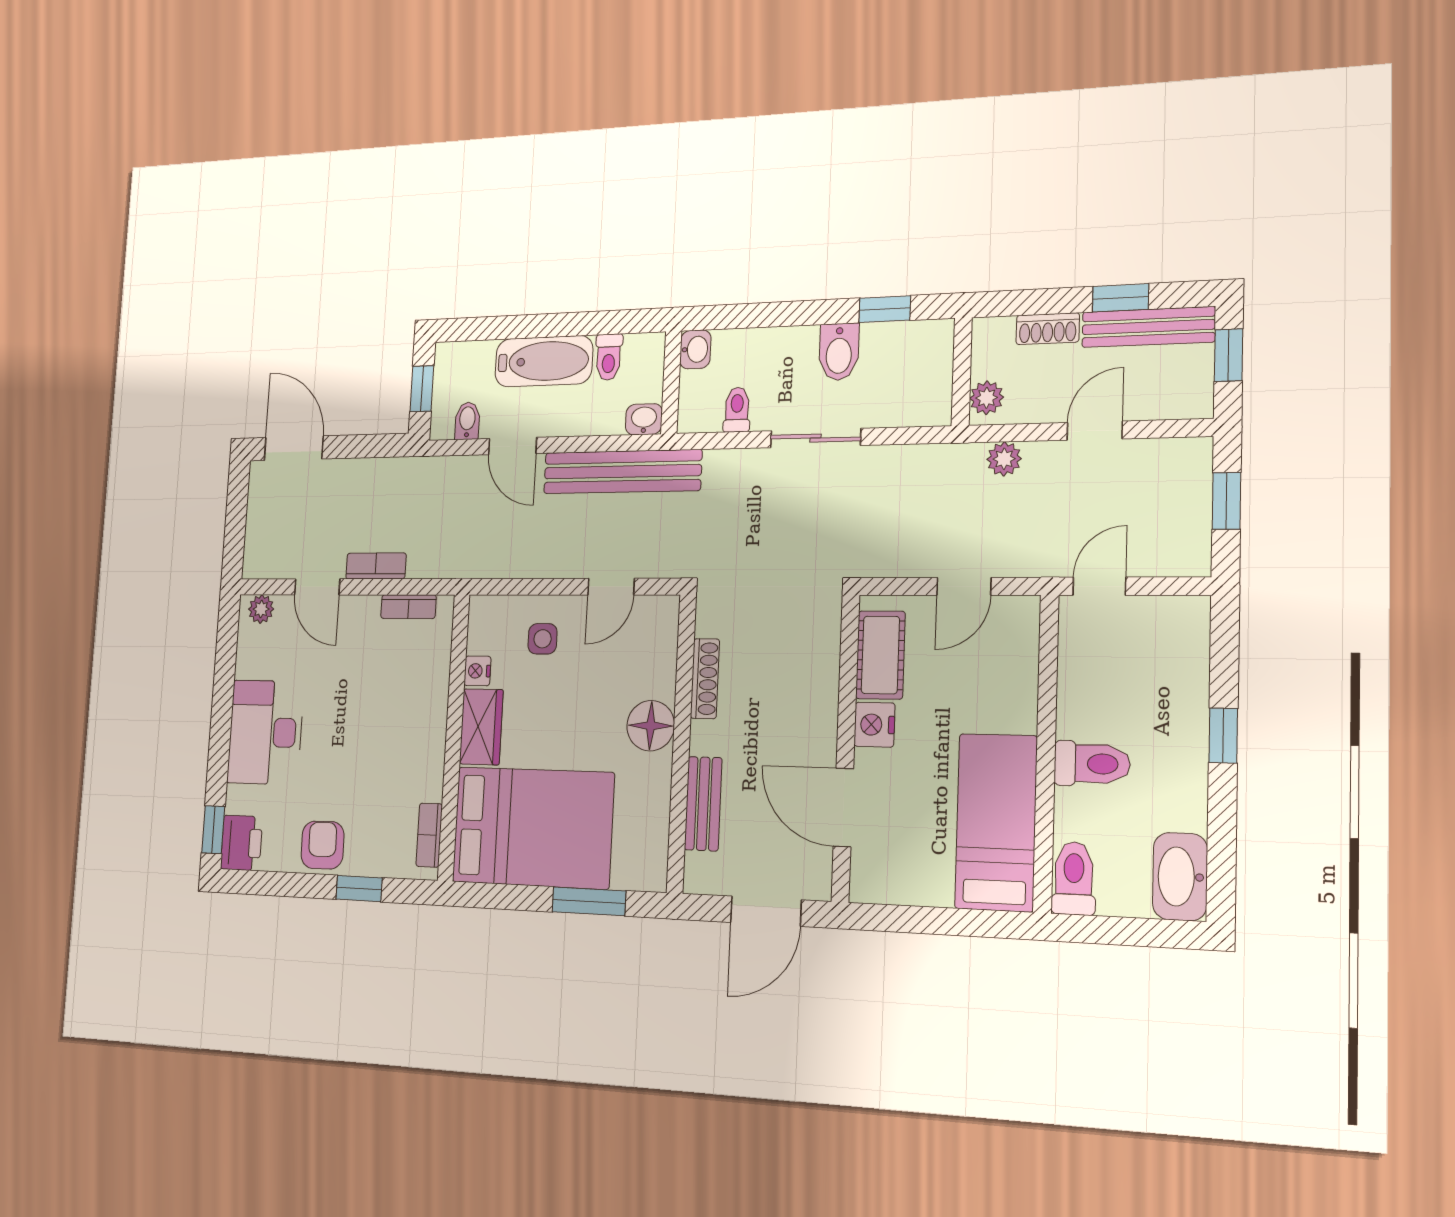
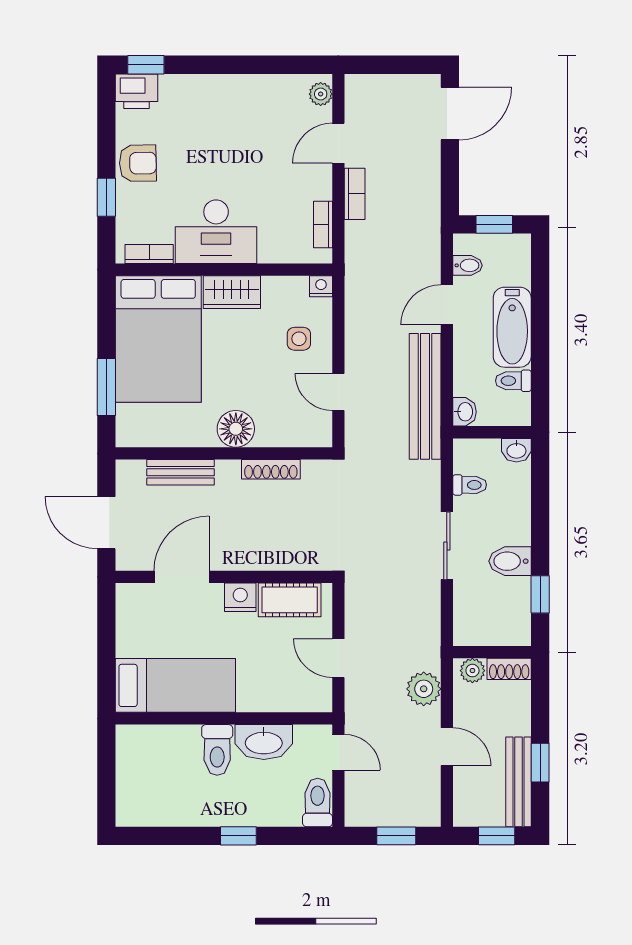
shoe rack: (1048, 329) -> (509, 669), moved, turned -90
plant: (1004, 459) -> (424, 689), width x1.38, depth x1.38
nightstand: (477, 671) -> (321, 286), moved
desk: (265, 732) -> (216, 232), moved, turned 180
washbasin: (1180, 877) -> (264, 742), moved, turned 180
toilet: (1074, 878) -> (318, 803), moved, turned -90

